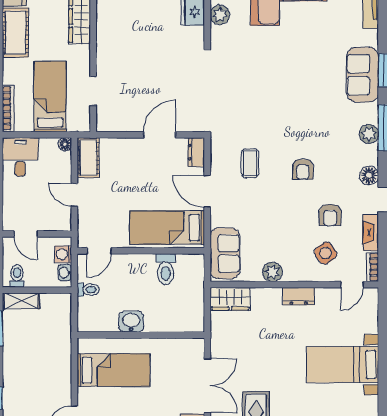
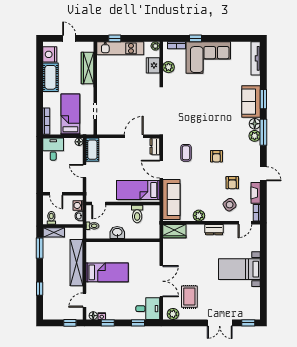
floor lamp: (369, 175) -> (255, 124), moved
sofa: (225, 253) -> (171, 200), width x1.36
washbasin: (131, 322) -> (117, 232), moved
wall: (141, 335) -> (123, 240), moved
shelving: (61, 353) -> (76, 263), added

